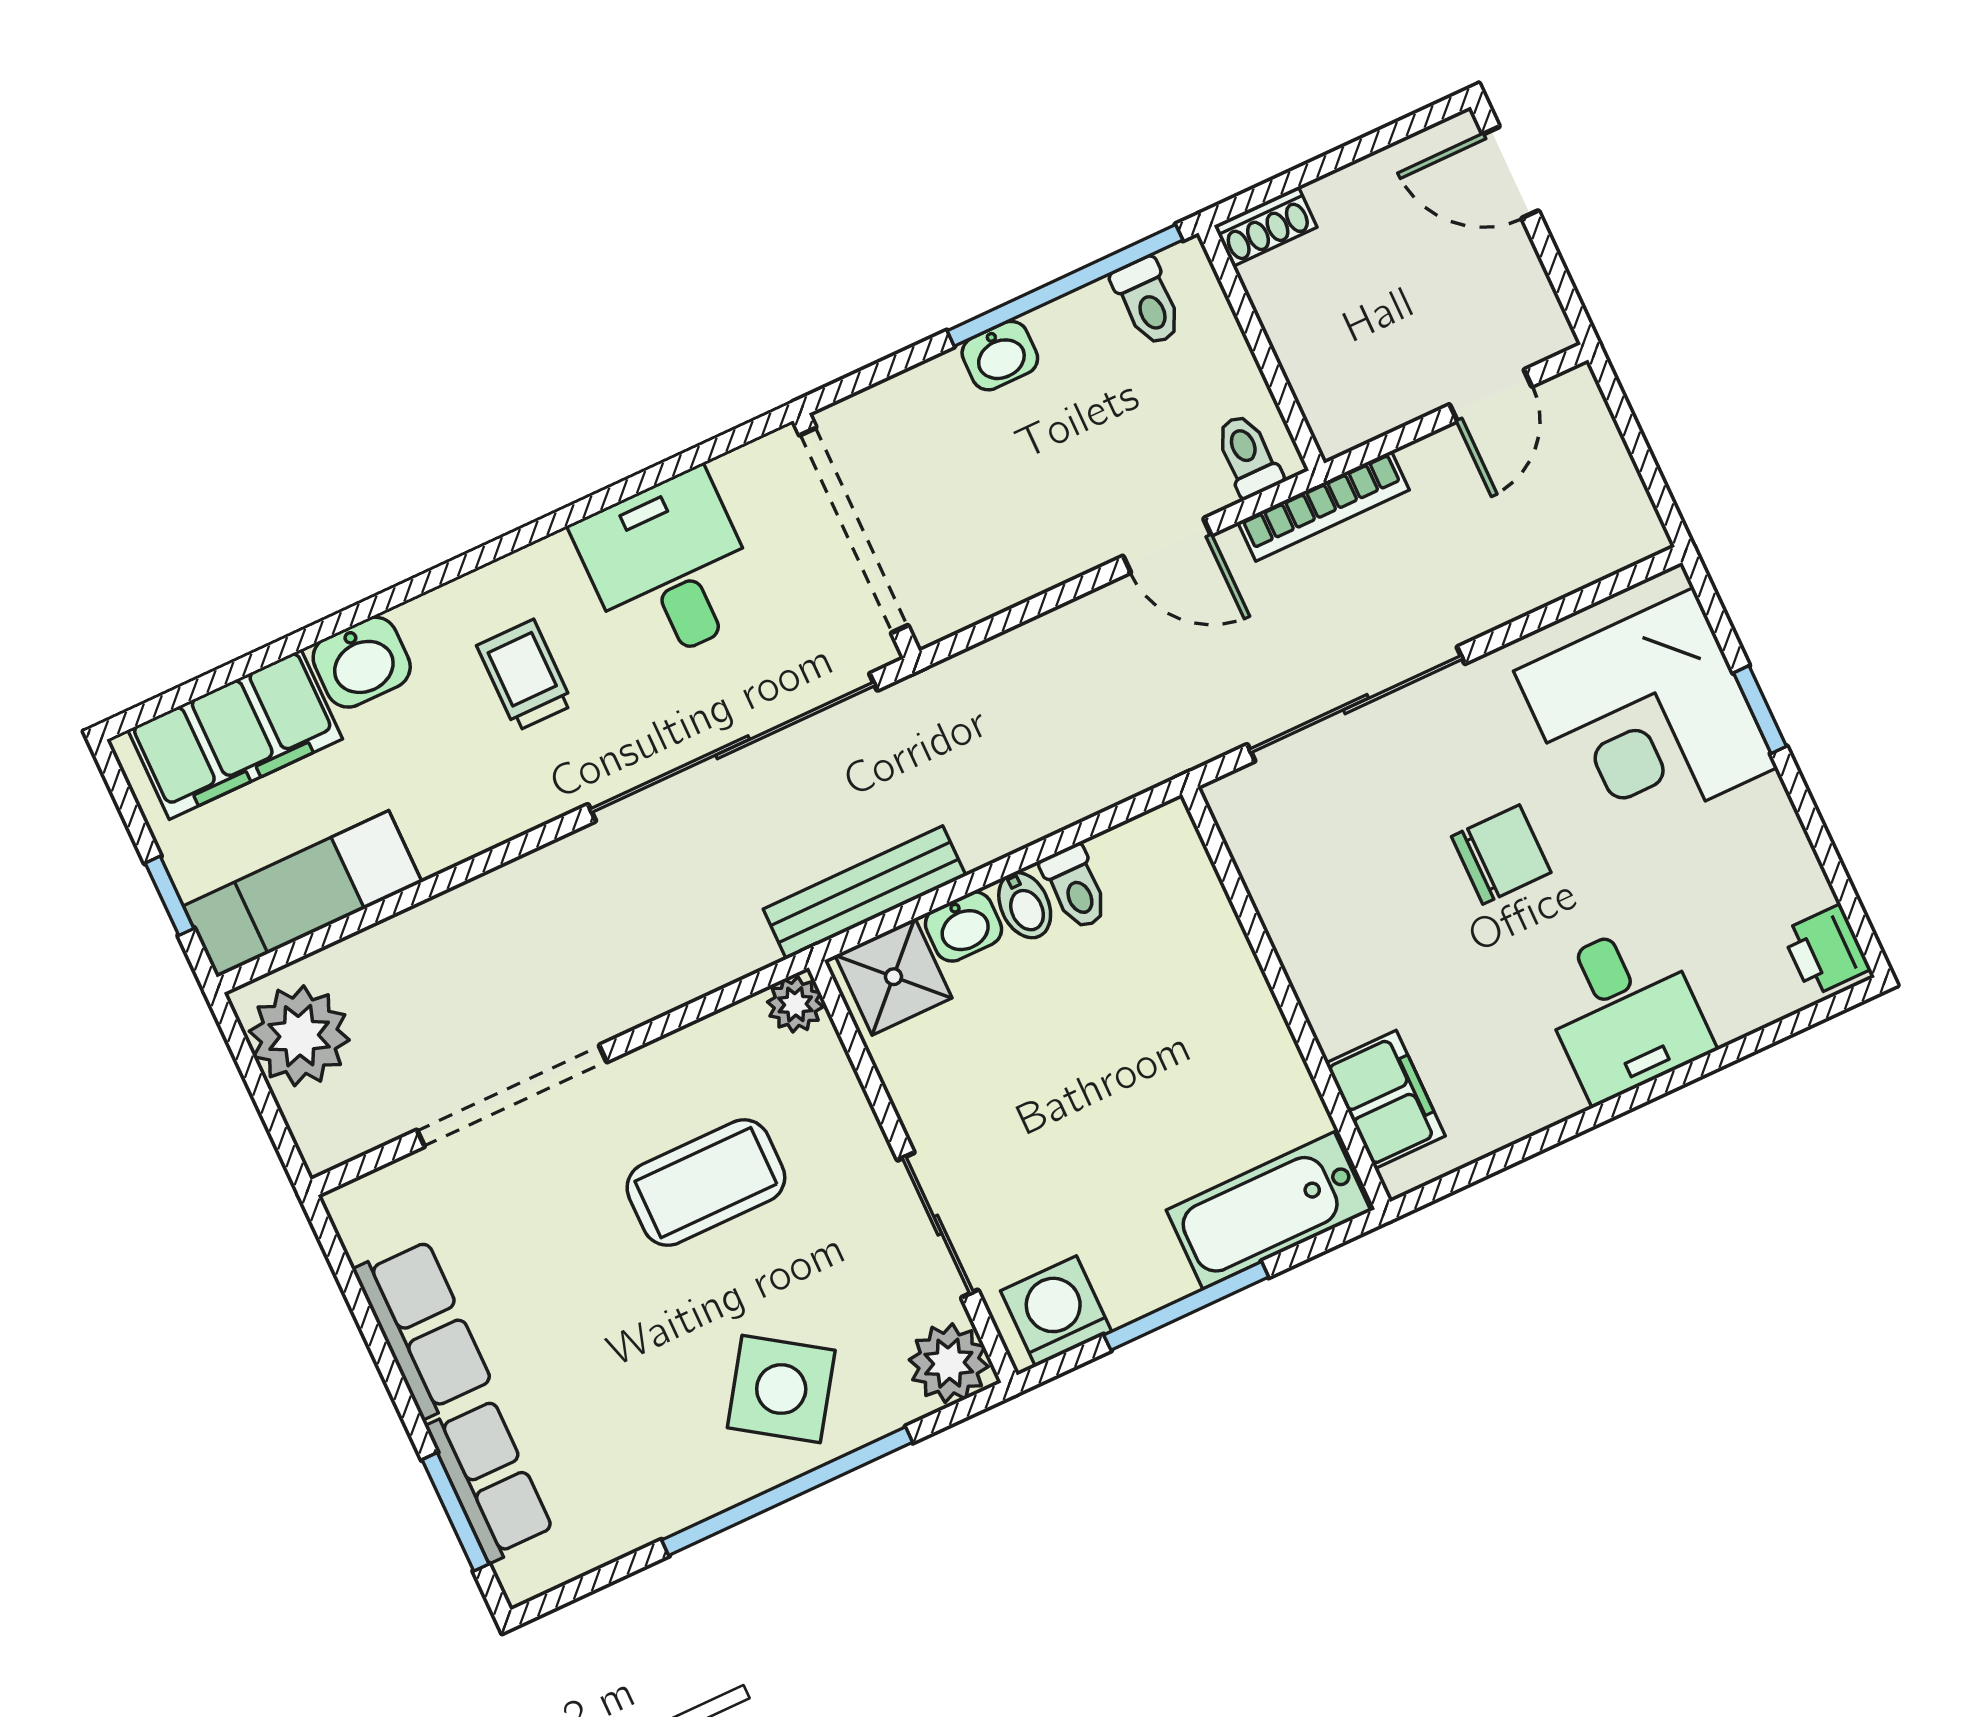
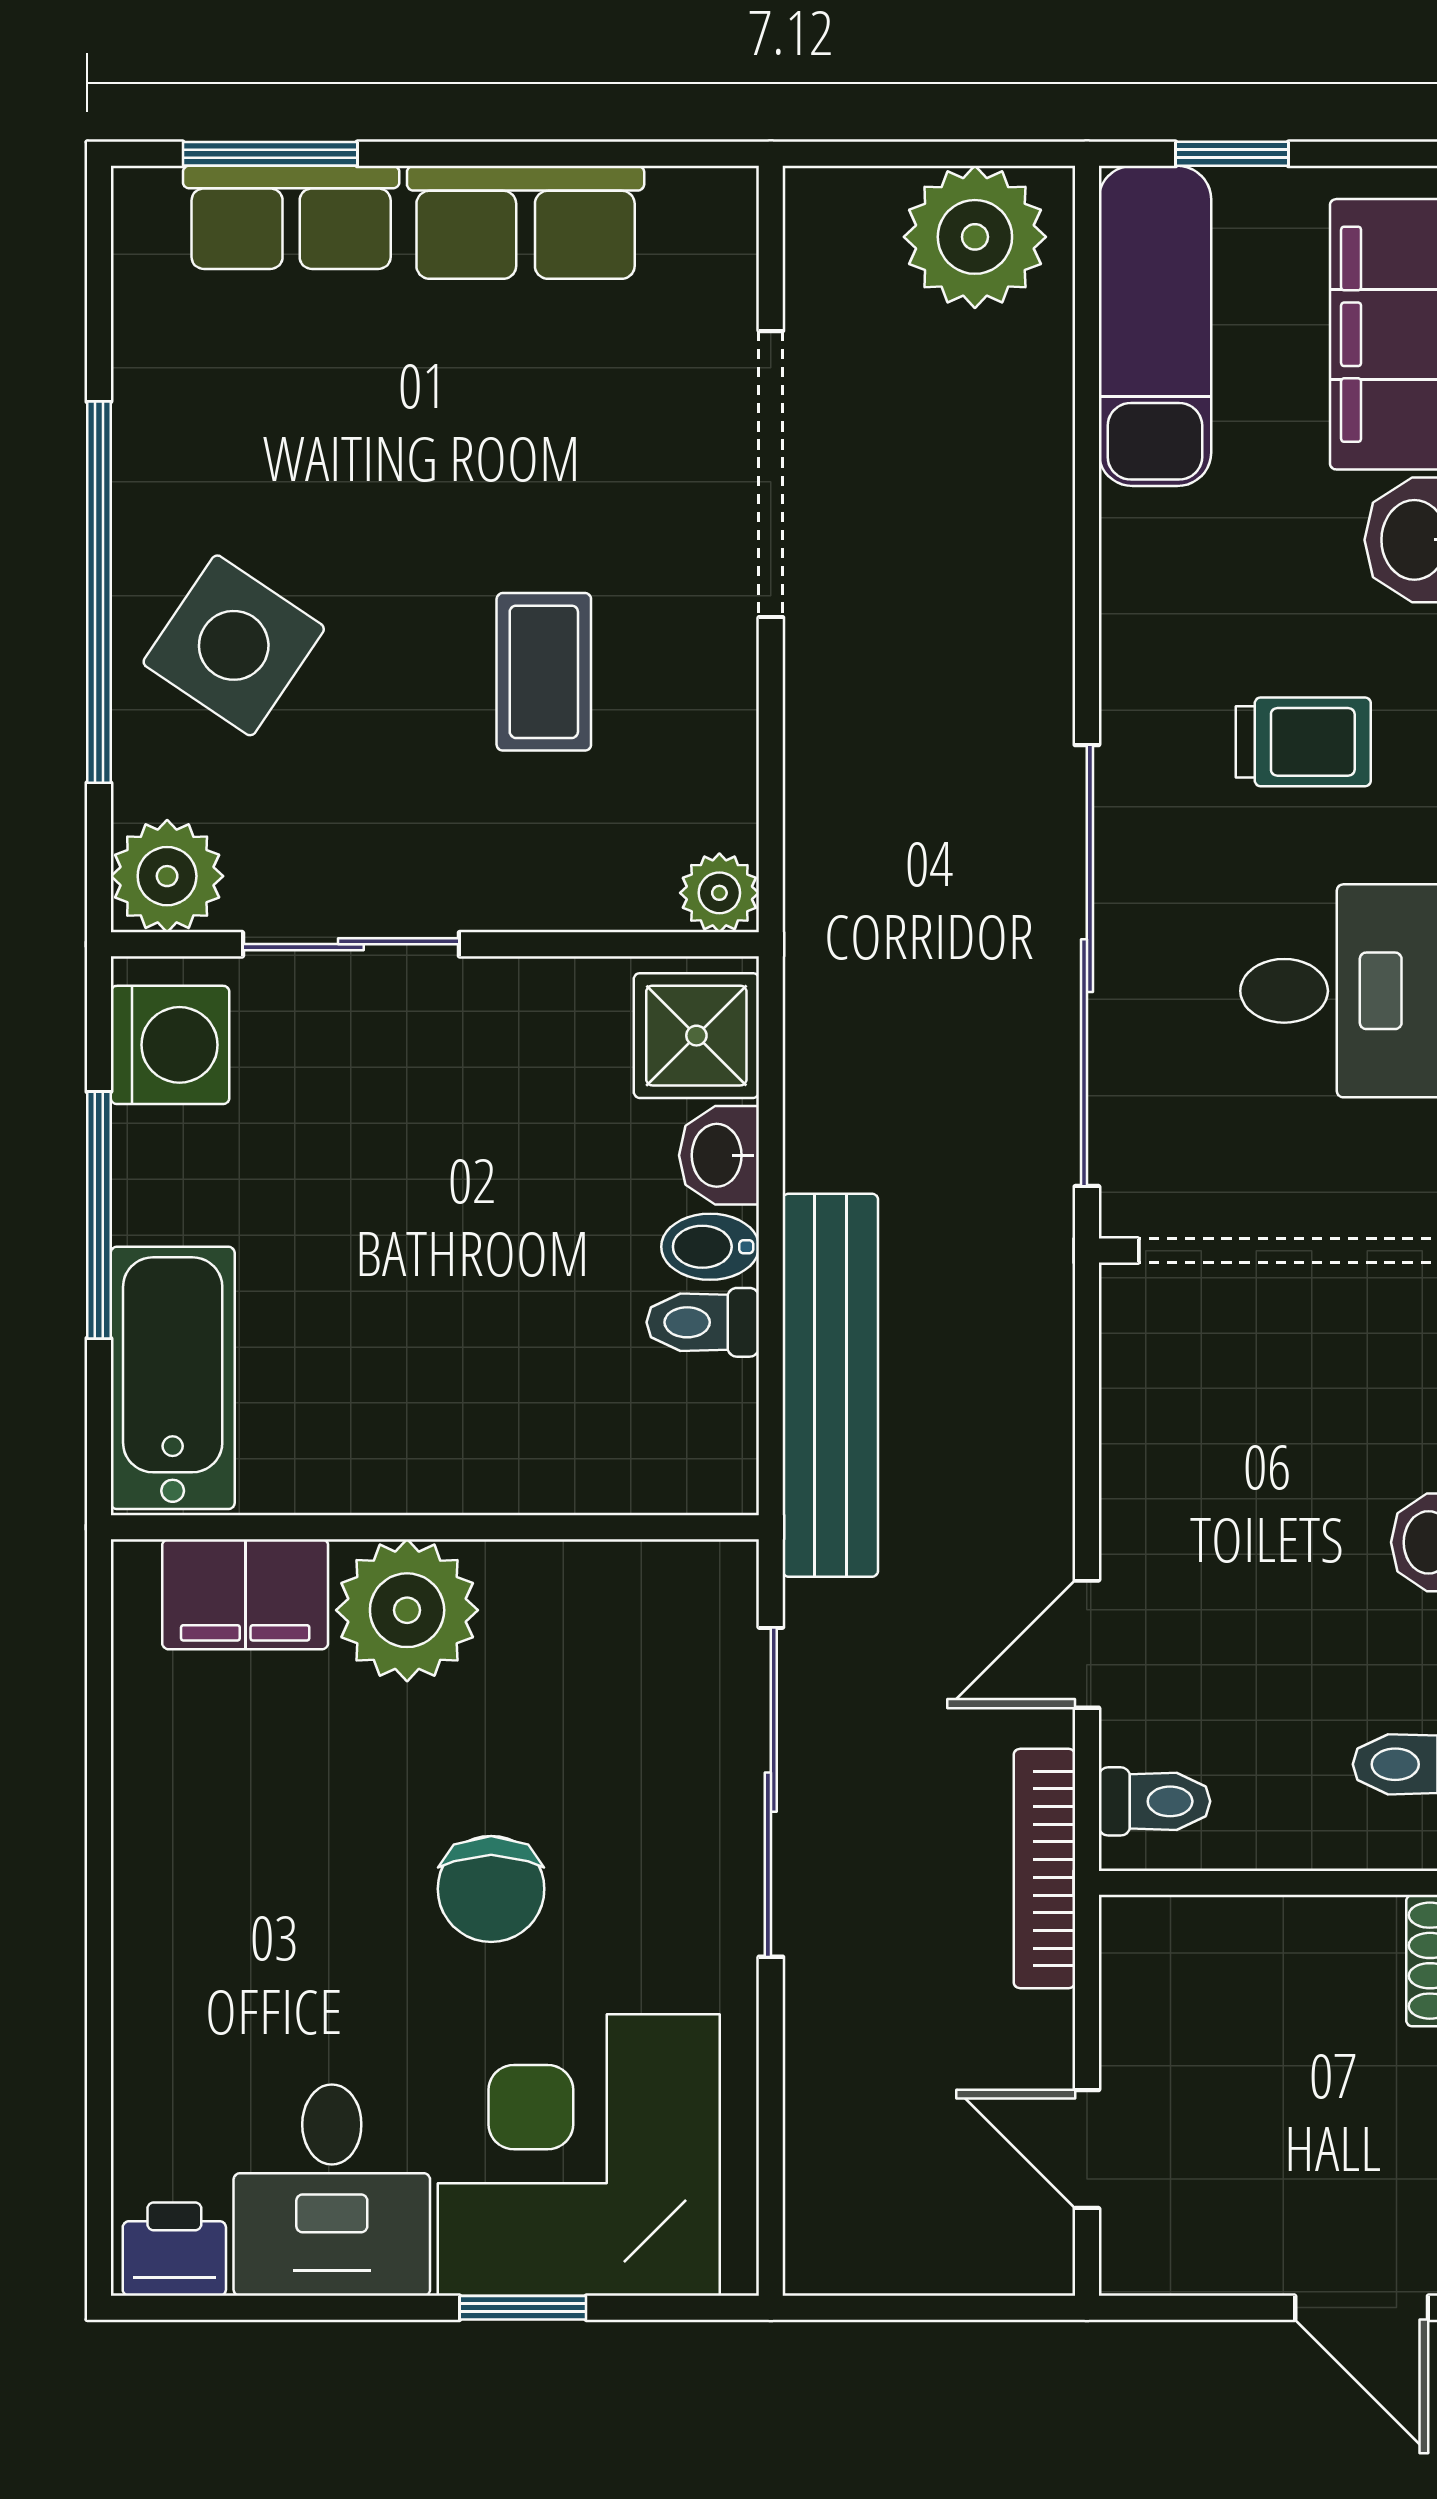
door: (1511, 172) -> (1362, 2308), swing flipped
bench: (865, 892) -> (830, 1385), moved, width x1.37, depth x1.21
plant: (1348, 991) -> (407, 1610), added
desk: (1624, 1011) -> (332, 2190), moved, turned -90
coffee table: (706, 1183) -> (544, 672), width x0.73, depth x0.77

